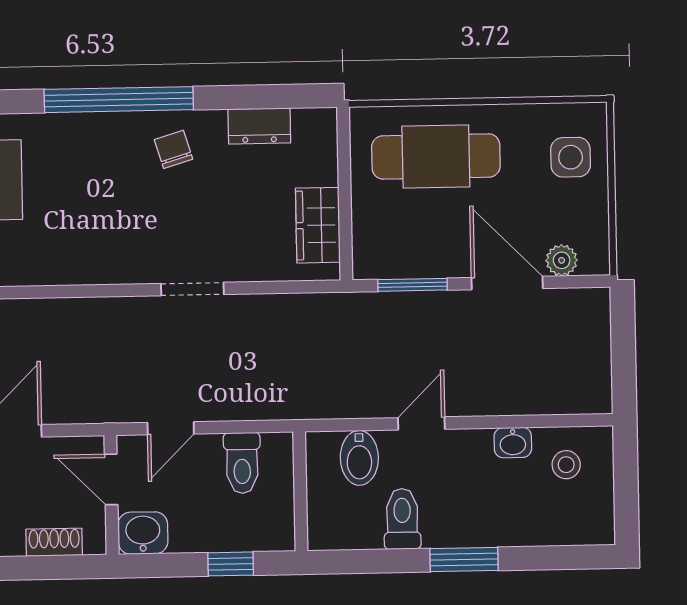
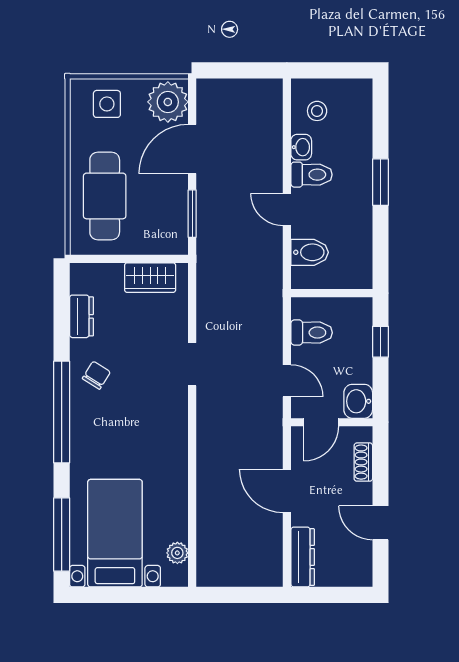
chair: (174, 149) -> (96, 375), turned 139
plant: (562, 260) -> (168, 102), width x1.88, depth x1.88
toilet: (402, 519) -> (312, 175), moved, turned 180

